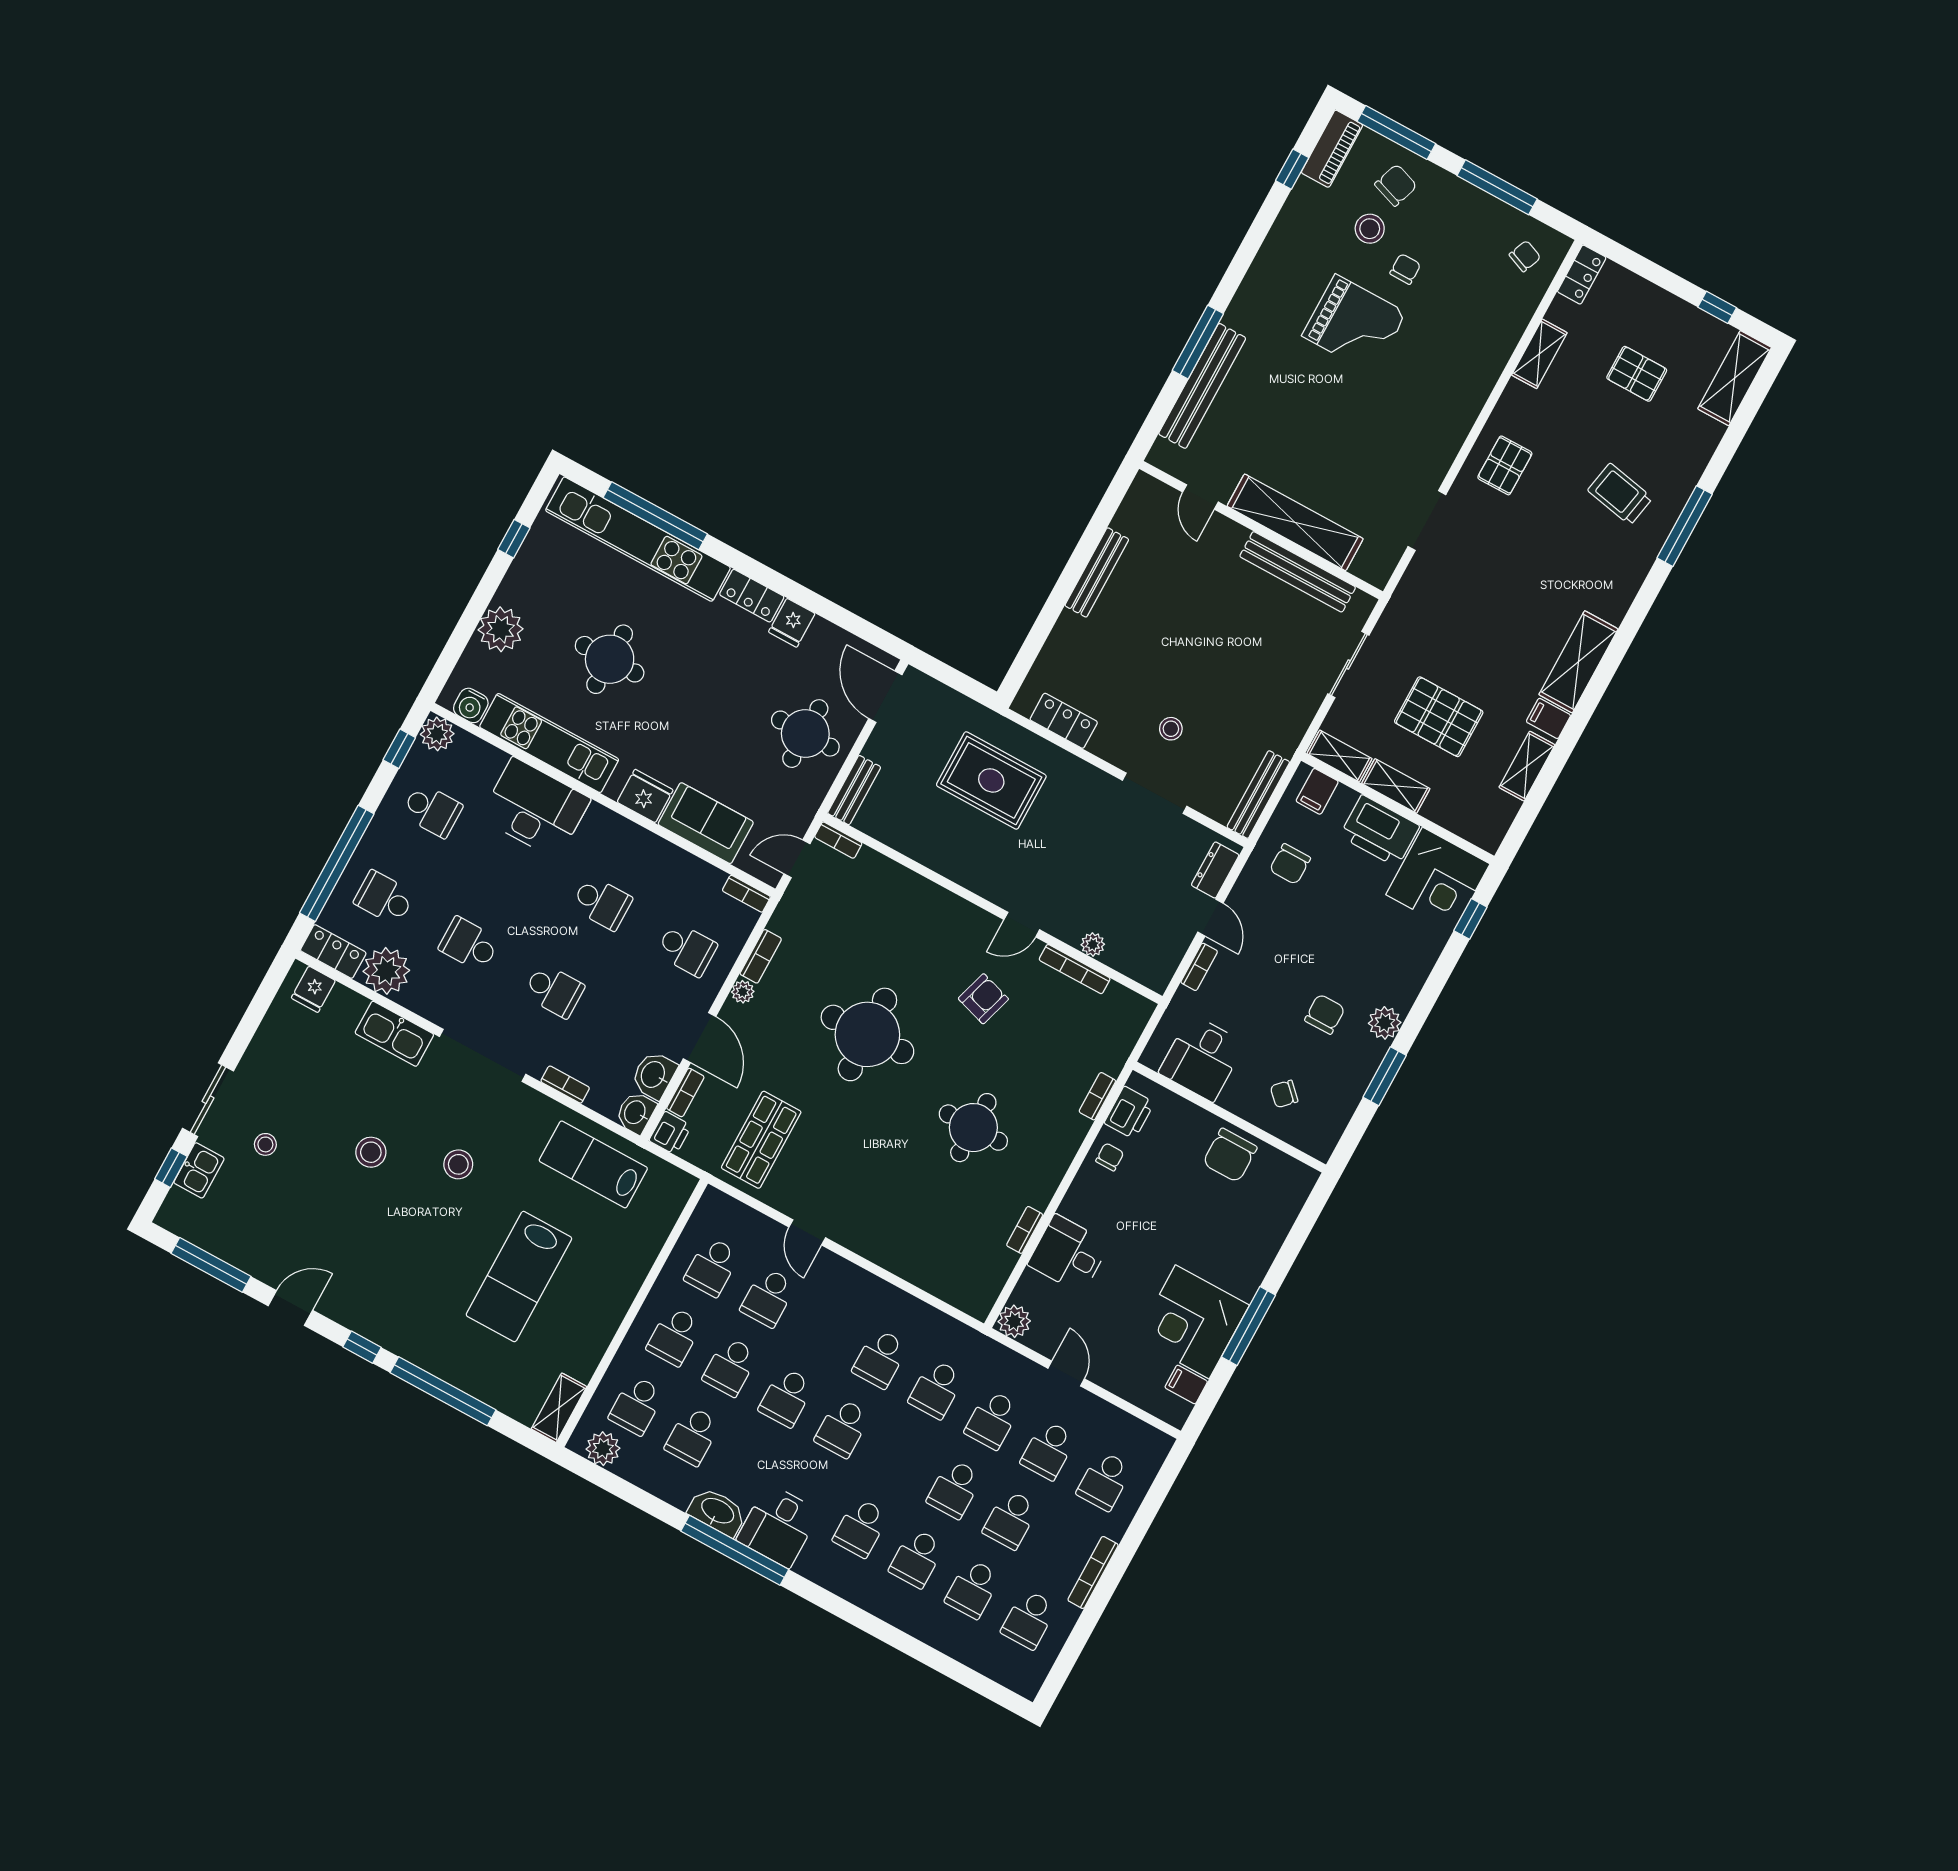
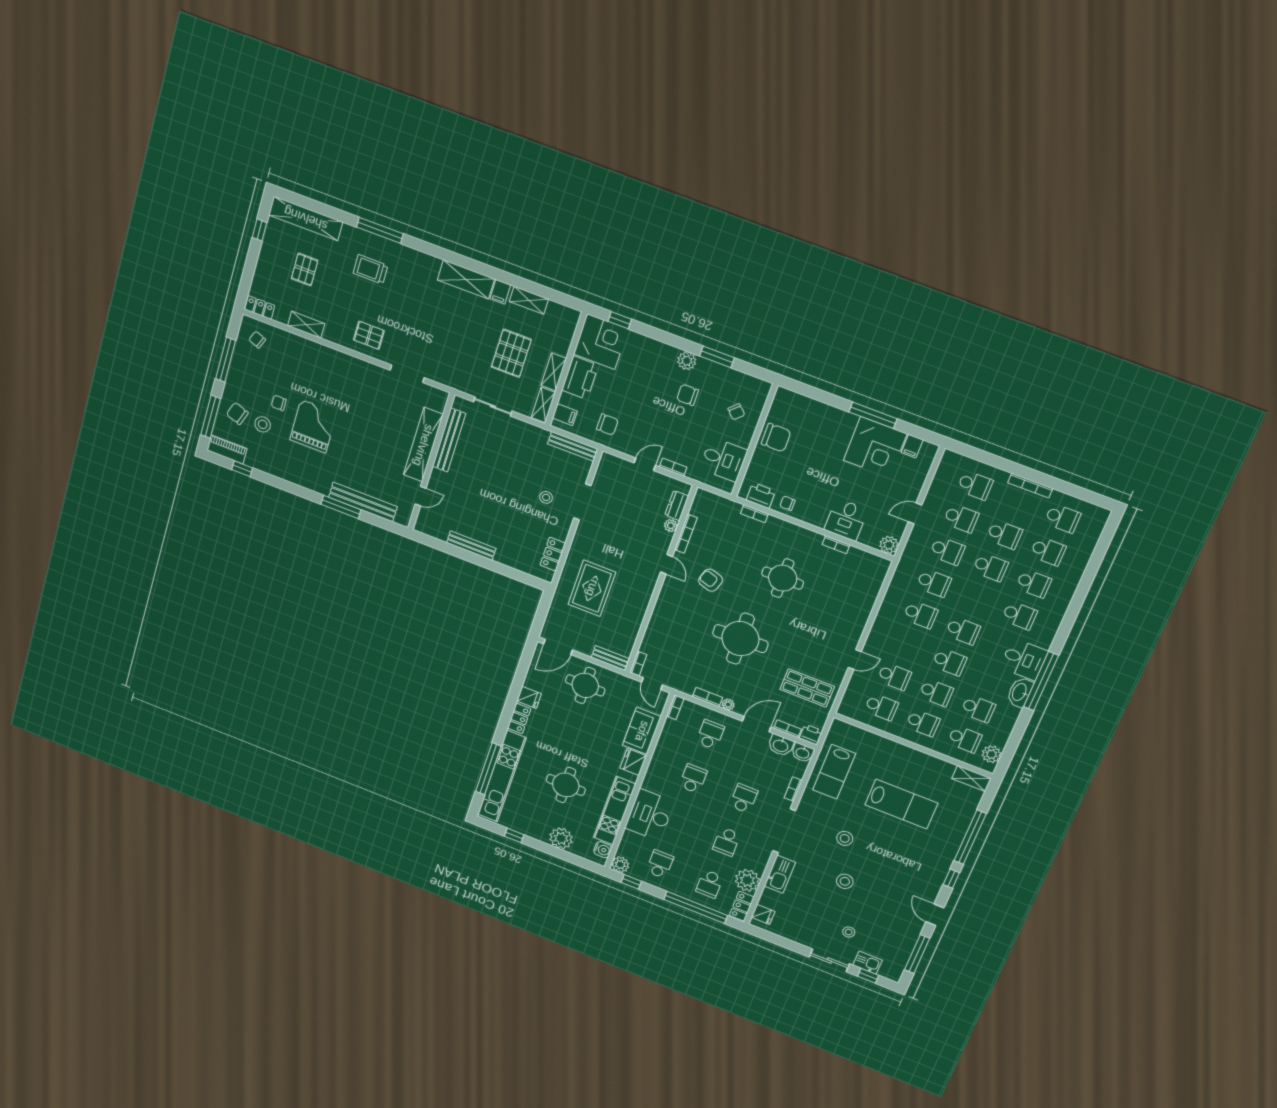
shelving: (1735, 378) -> (306, 218), width x1.47
trolley: (1620, 494) -> (370, 269), turned 79
dresser: (1215, 870) -> (677, 505), moved, turned 90

